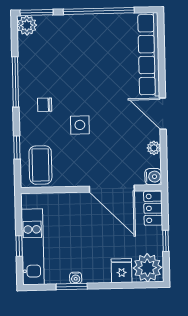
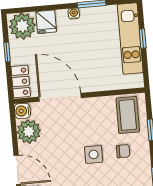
chair: (45, 105) -> (123, 151), moved
plant: (154, 148) -> (29, 132), width x1.88, depth x1.88
water cooler: (76, 278) -> (74, 14), moved

